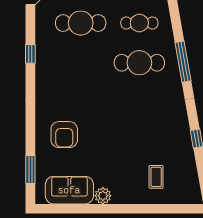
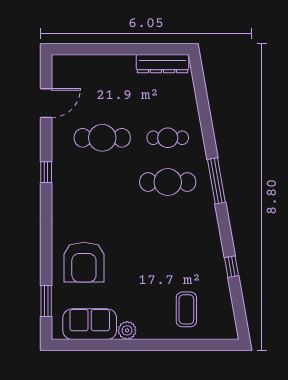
armchair: (64, 135) -> (84, 262), width x1.36, depth x1.36
coffee table: (156, 177) -> (186, 309), width x1.36, depth x1.30

